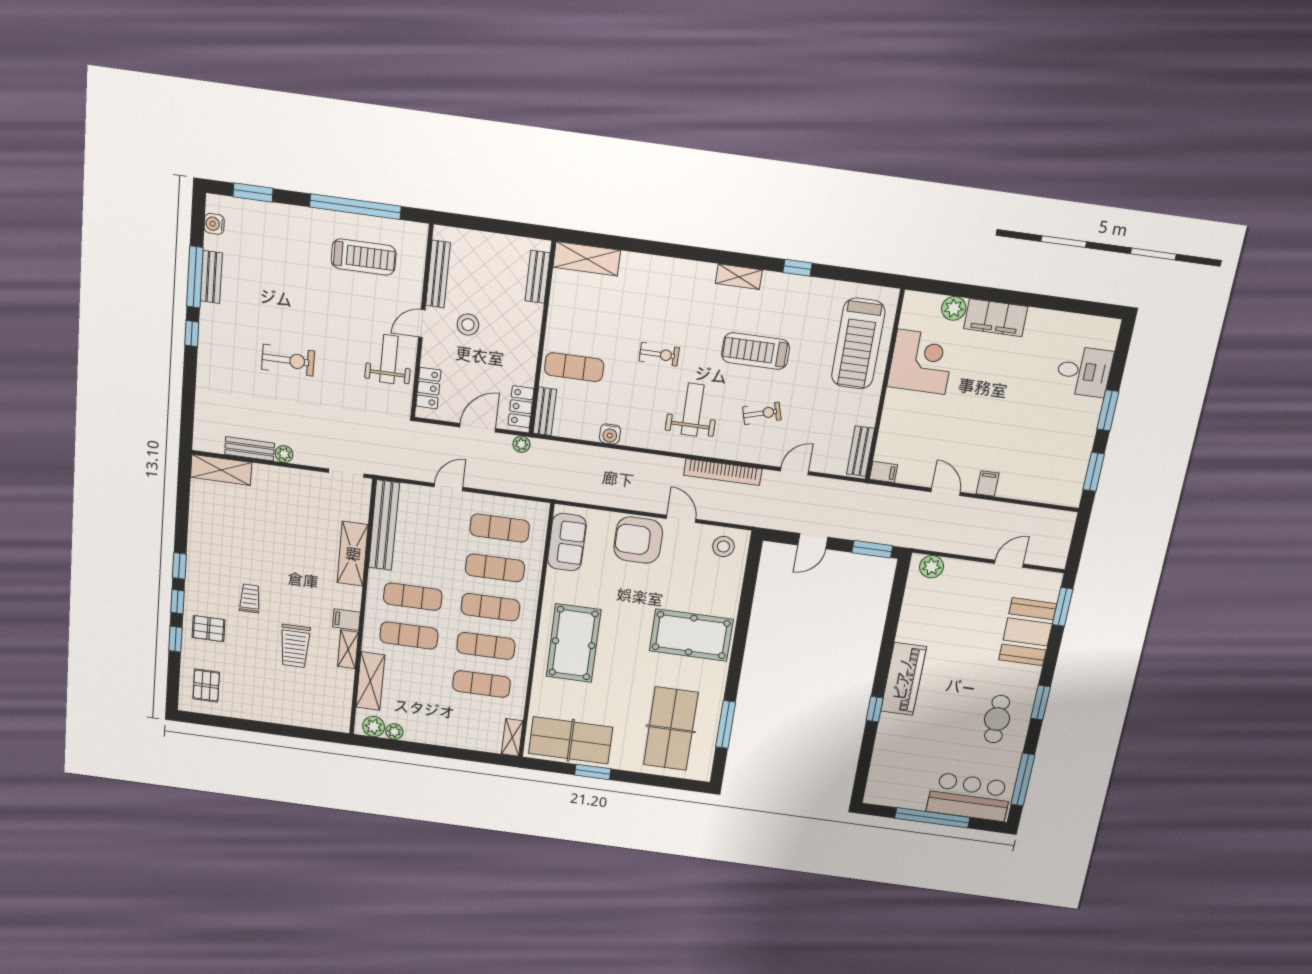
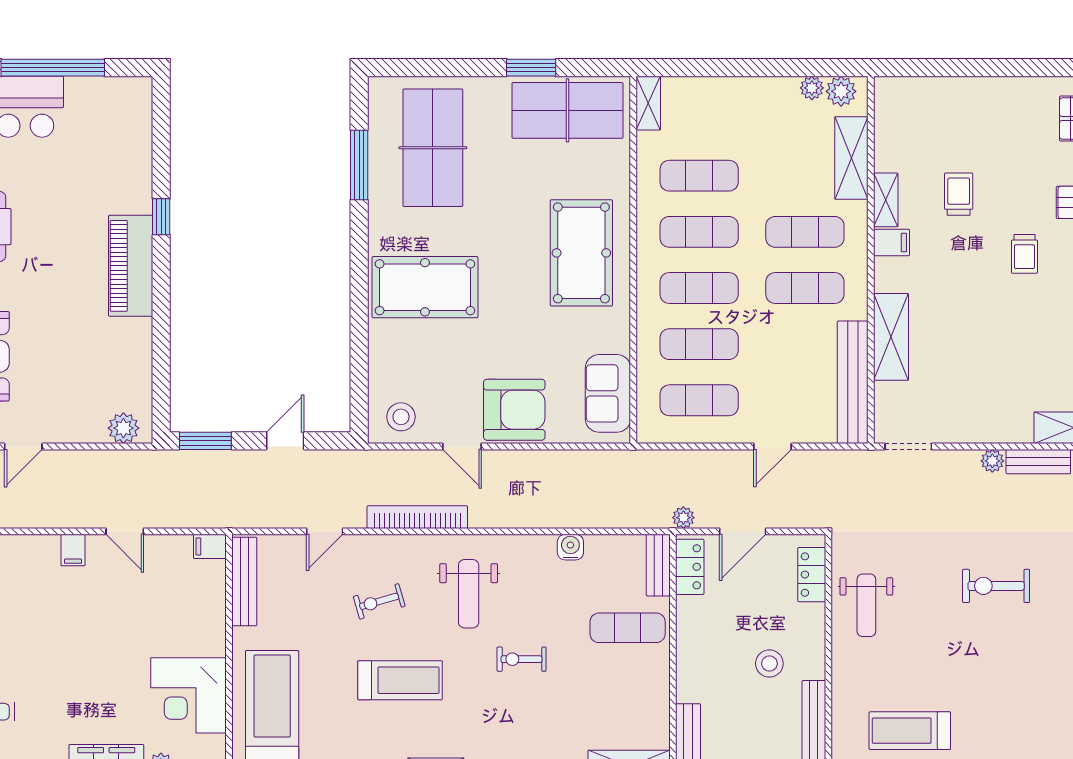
door: (422, 324) -> (828, 657), removed
bench: (861, 451) -> (244, 581), width x1.36
trolley: (295, 646) -> (959, 194), width x0.73, depth x0.72

